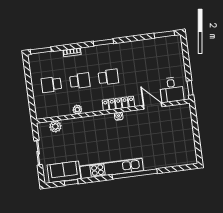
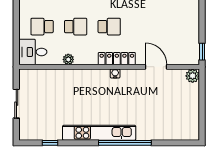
desk: (172, 90) -> (33, 52), moved, turned 90
plant: (55, 126) -> (193, 76), moved
sofa: (64, 172) -> (43, 130), removed

